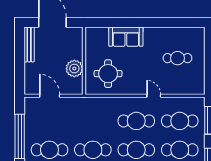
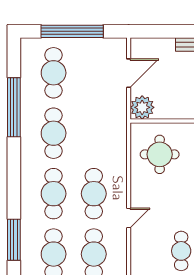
plant: (74, 69) -> (142, 107), moved

